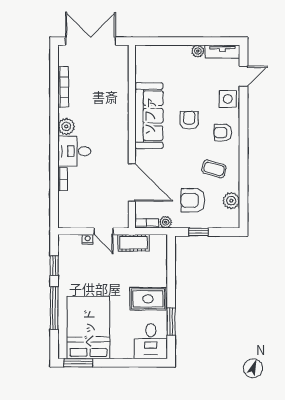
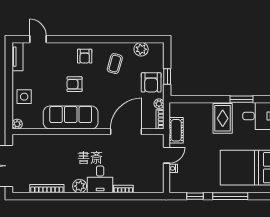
plant: (198, 51) -> (17, 124), moved
side table: (228, 99) -> (24, 97), moved
armchair: (193, 200) -> (151, 82), moved

